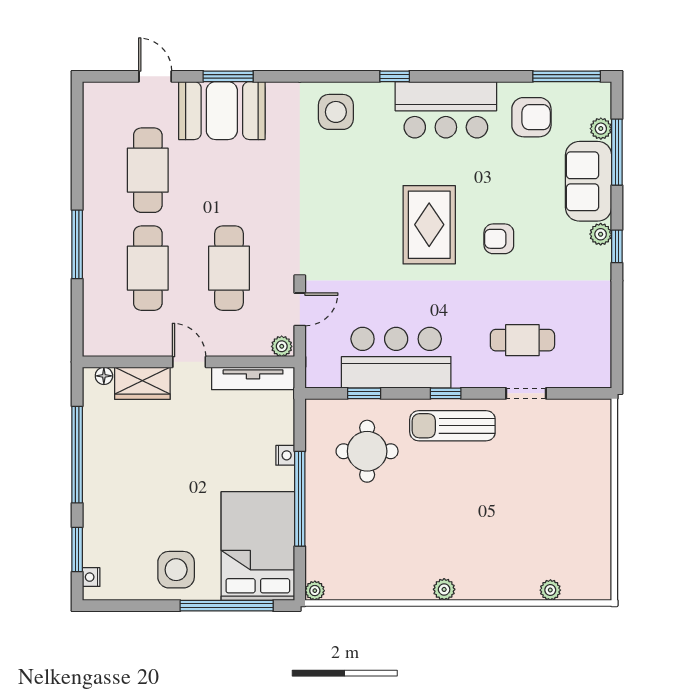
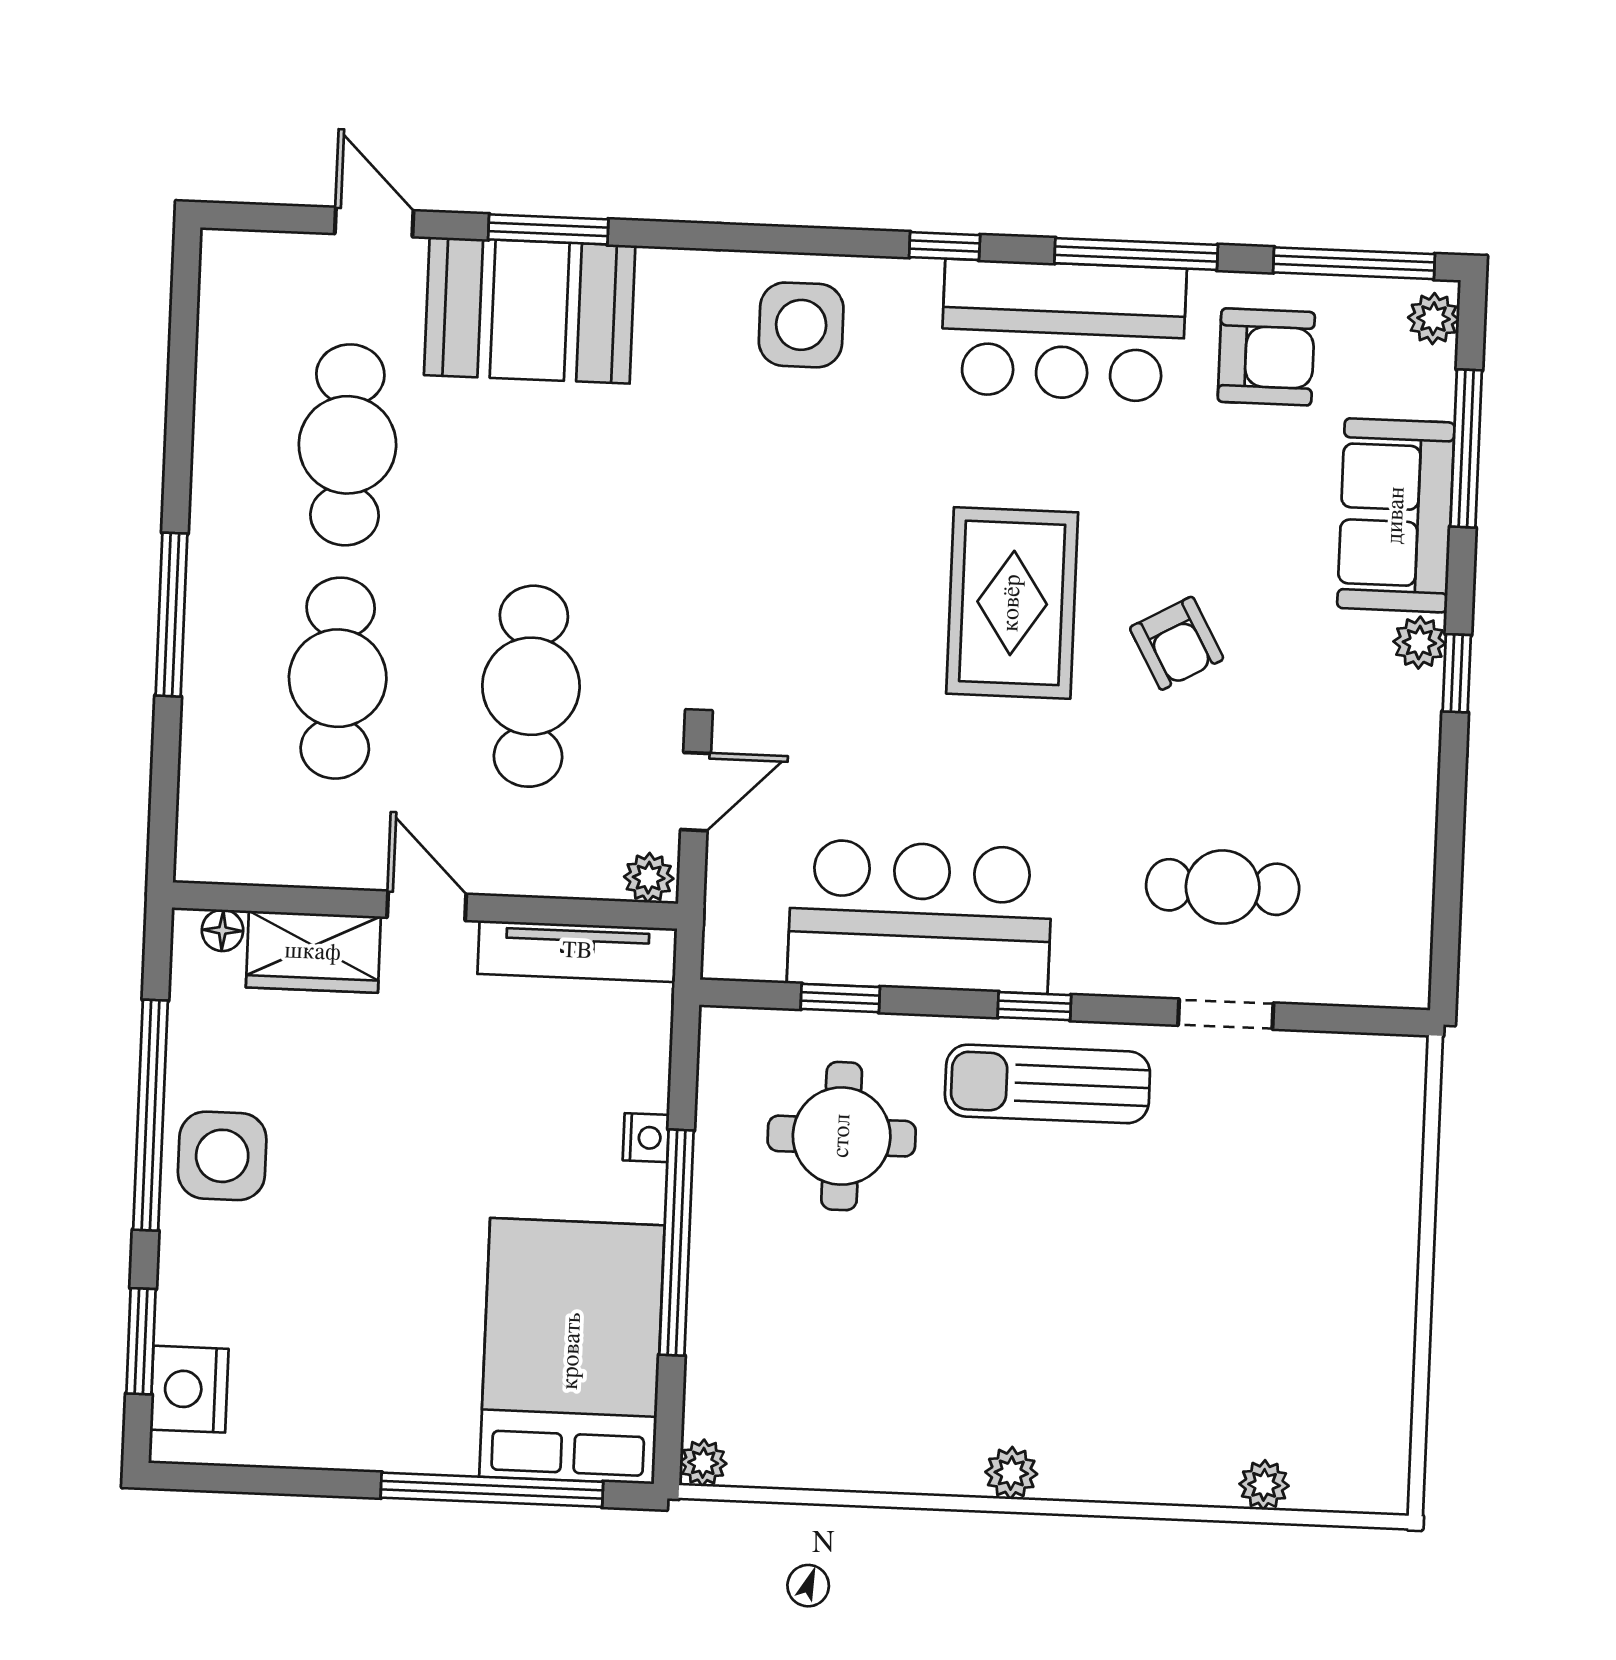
window: (475, 76) -> (1136, 254), added
plant: (601, 129) -> (1434, 319), moved
armchair: (499, 239) -> (1177, 643), turned -119
side table: (176, 570) -> (222, 1156), moved
nightstand: (91, 577) -> (189, 1389), width x1.89, depth x1.79

